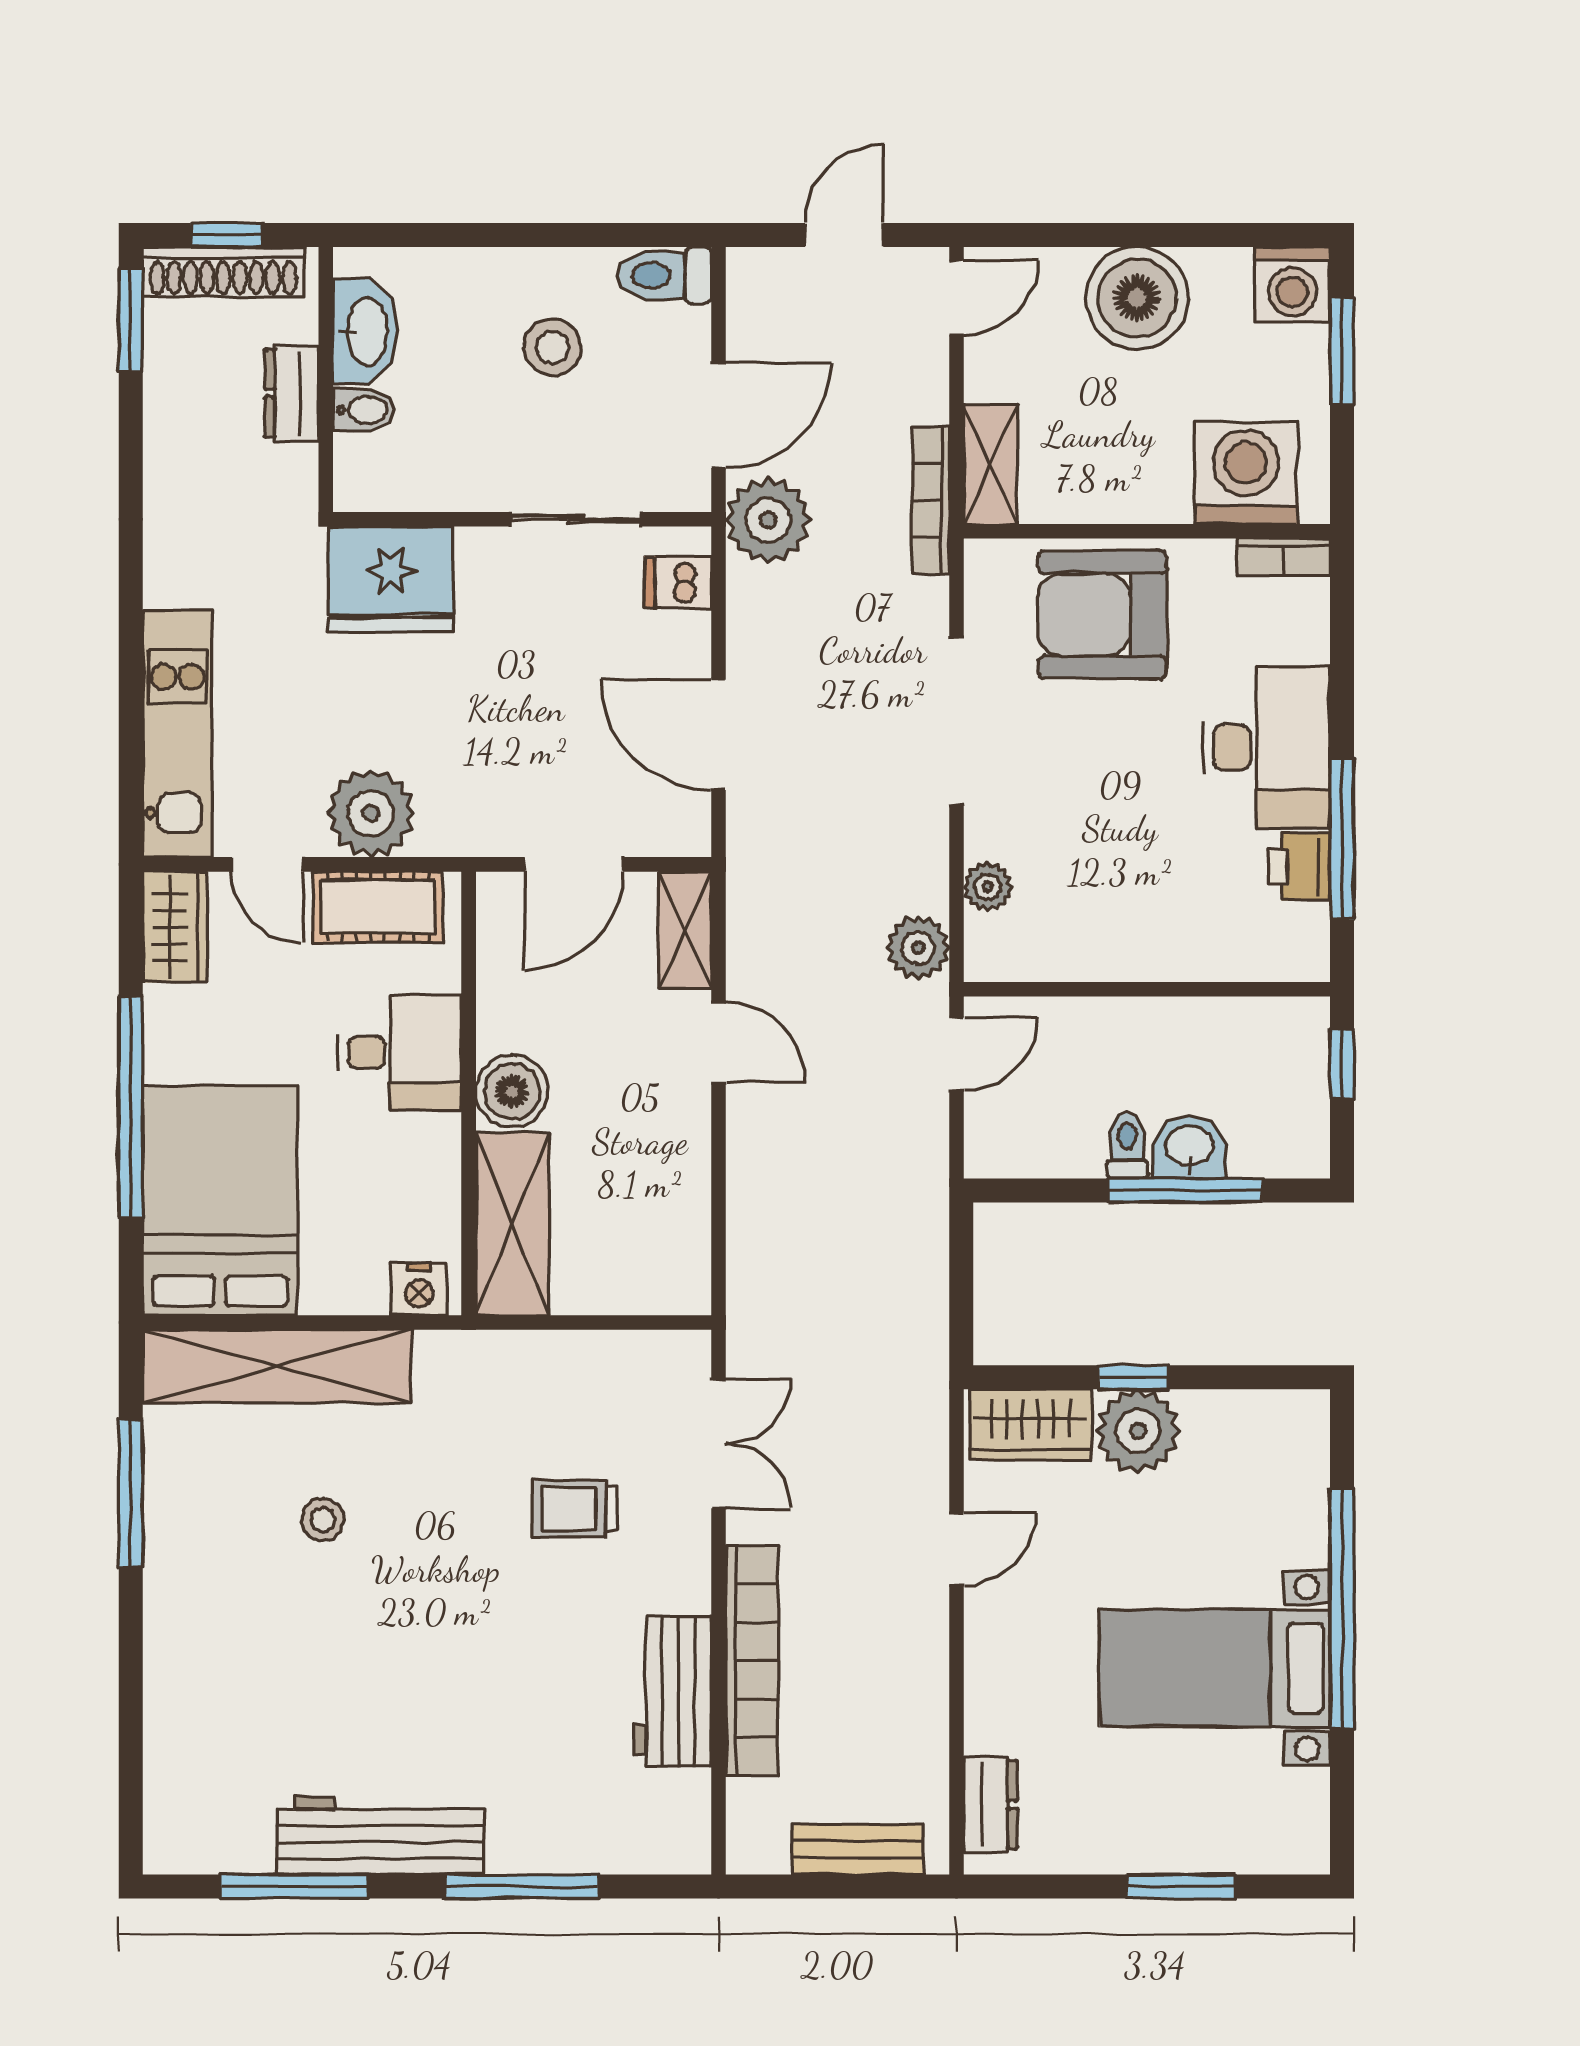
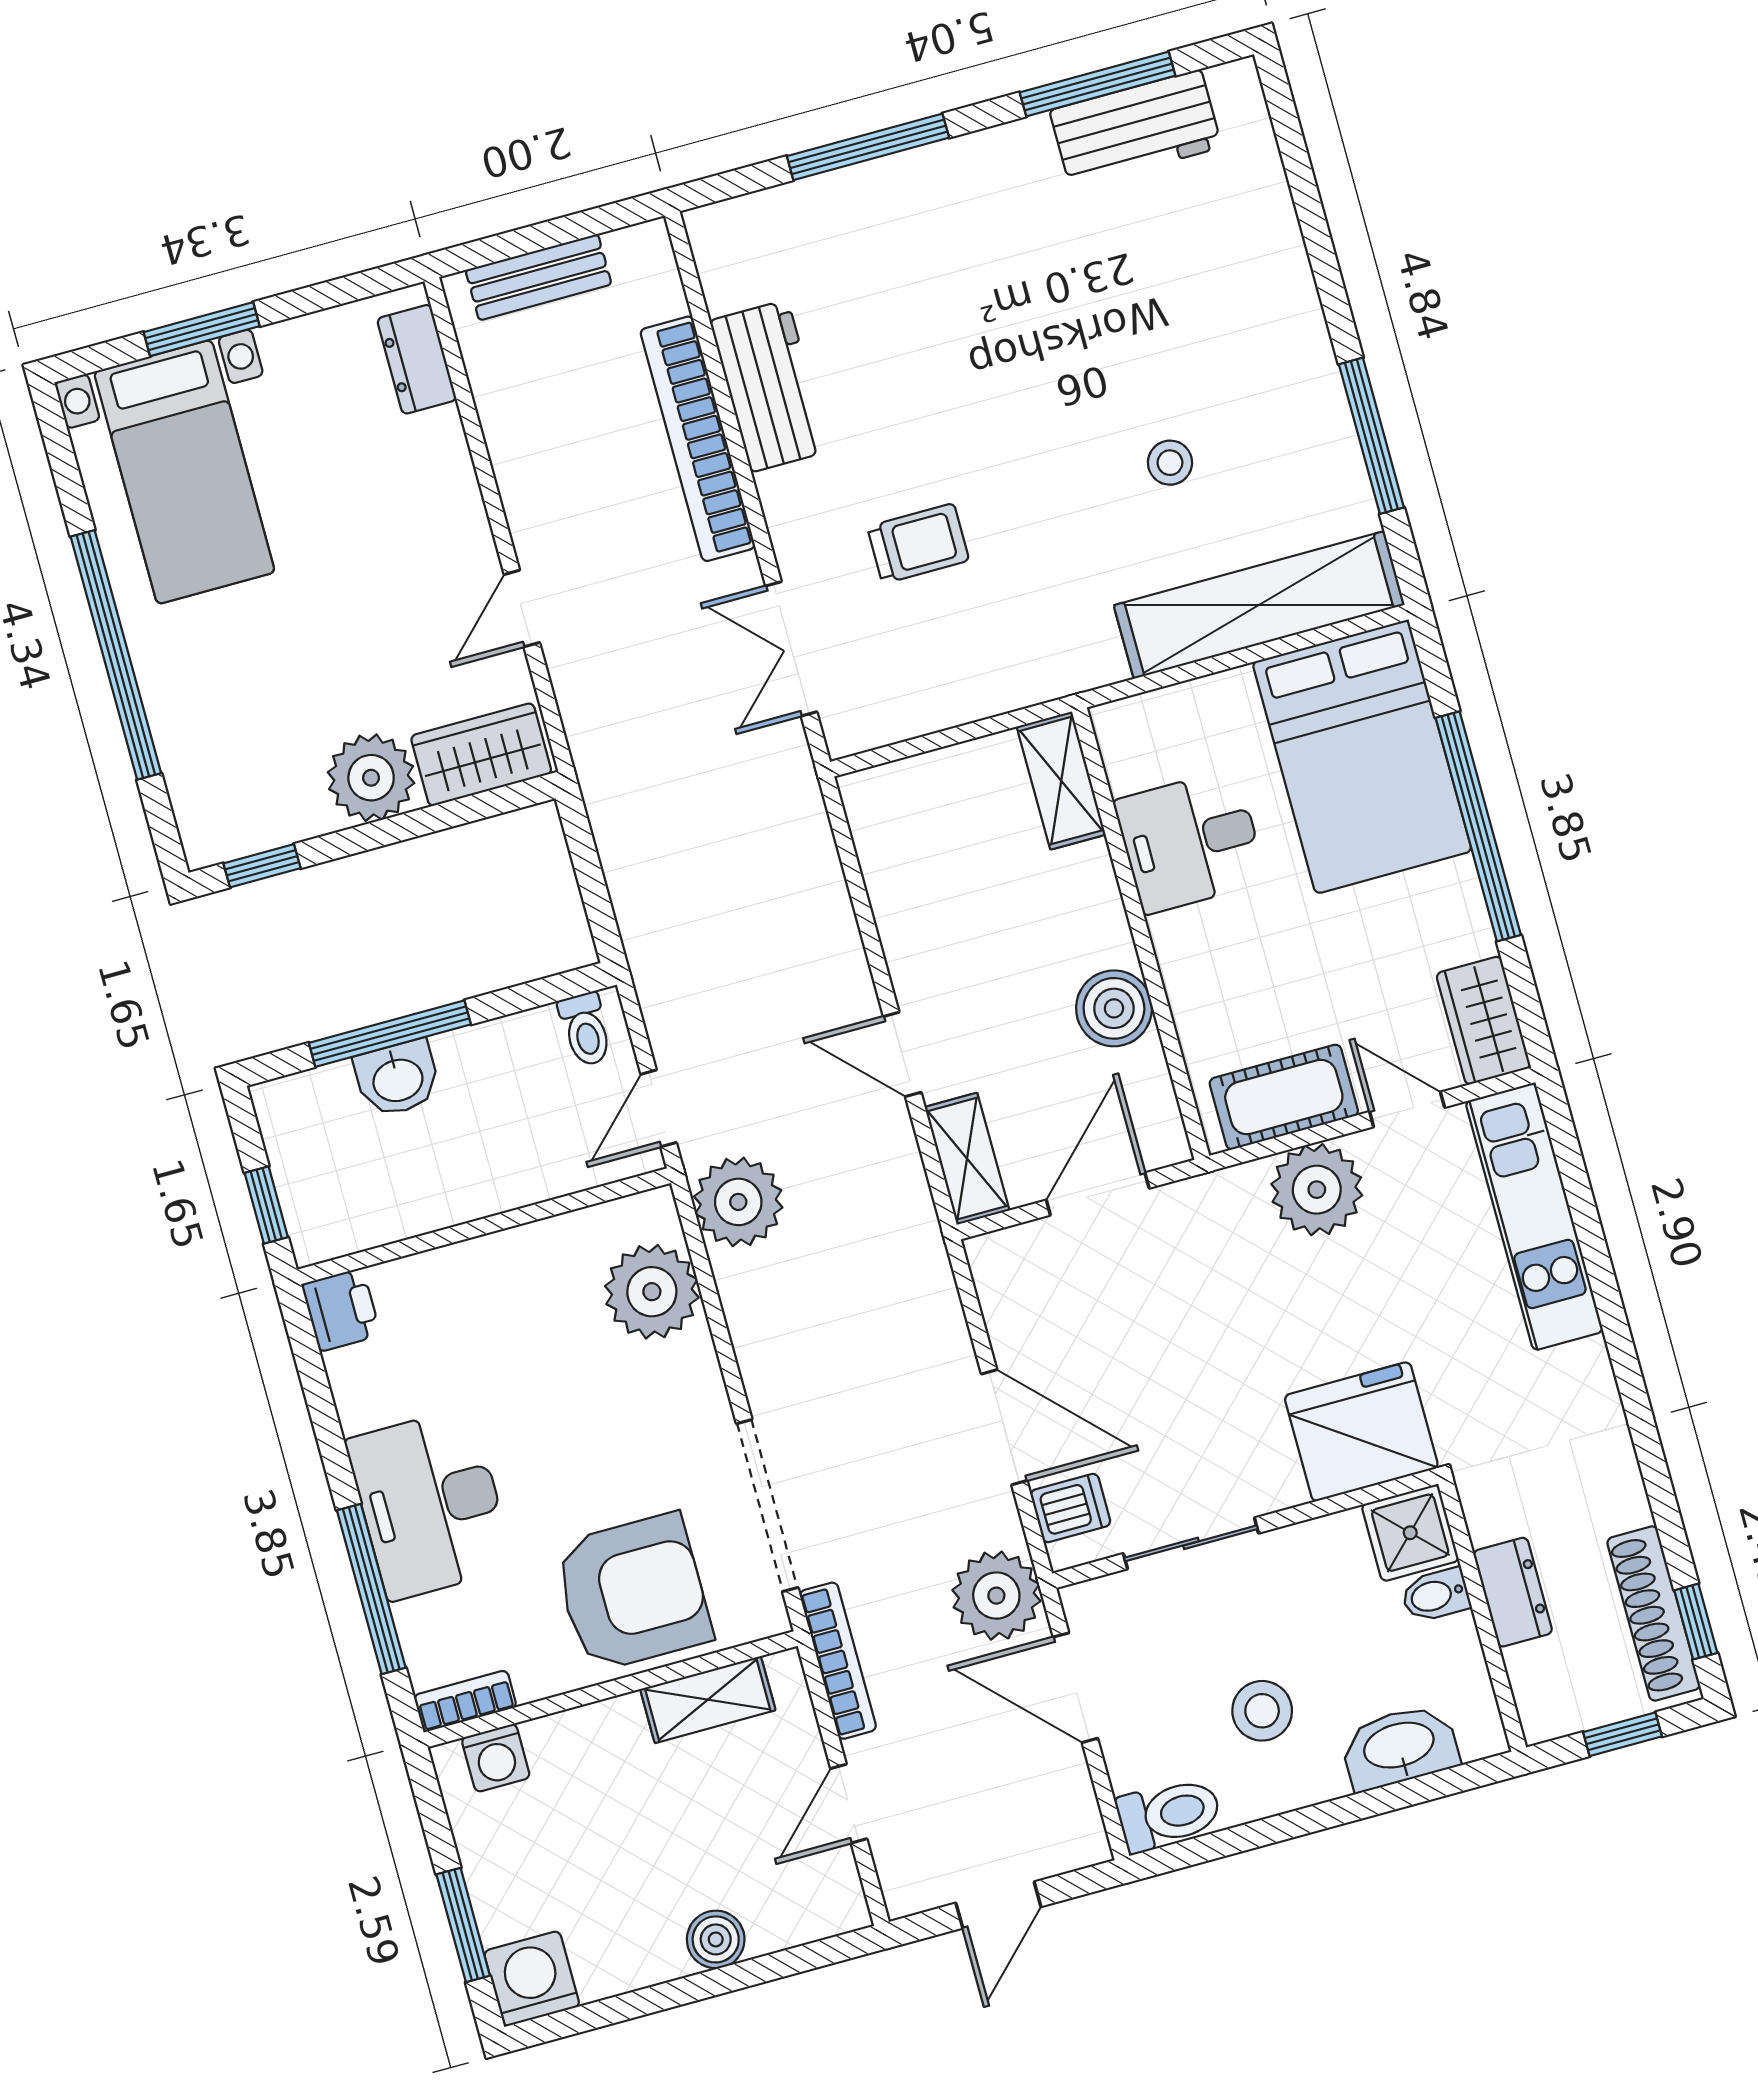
shoe rack: (223, 272) -> (1654, 1613), moved, turned -90
door: (956, 298) -> (849, 1804), moved
boiler: (1137, 298) -> (716, 1939), width x0.54, depth x0.54
window: (131, 320) -> (1696, 1622), width x0.67
washbasin: (365, 331) -> (1399, 1747), moved, turned 90
door: (719, 415) -> (1075, 1688), hinge flipped
shelving: (991, 464) -> (708, 1700), moved, turned 90
washing machine: (1246, 473) -> (496, 1758), width x0.53, depth x0.53
shower: (371, 474) -> (1410, 1533), added
doorway: (956, 721) -> (767, 1506), moved
door: (719, 735) -> (1004, 1427), moved
window: (1342, 838) -> (371, 1589), moved
printer: (1300, 867) -> (341, 1310), moved
plant: (988, 887) -> (652, 1292), width x1.87, depth x1.87
plant: (918, 948) -> (738, 1202), width x1.36, depth x1.36
desk: (400, 1053) -> (1190, 841), moved
boiler: (512, 1091) -> (1114, 1008), moved
toilet: (1127, 1145) -> (585, 1029), moved
shelving: (512, 1224) -> (1061, 781), width x0.67, depth x0.75
nightstand: (419, 1289) -> (1137, 722), removed
window: (1134, 1377) -> (262, 866), moved
bed with nightstands: (1215, 1668) -> (184, 472), moved, turned 90
workbench: (380, 1836) -> (1136, 129), moved, width x0.73

